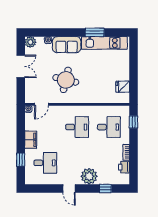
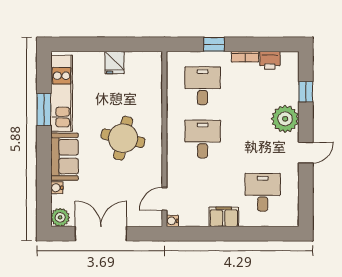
double door: (21, 66) -> (101, 234), width x1.37
round table: (66, 80) -> (123, 138), moved
fridge: (123, 87) -> (115, 63), moved
door: (41, 104) -> (164, 199), swing flipped
window: (134, 122) -> (214, 44), moved
window: (21, 160) -> (257, 234), removed

